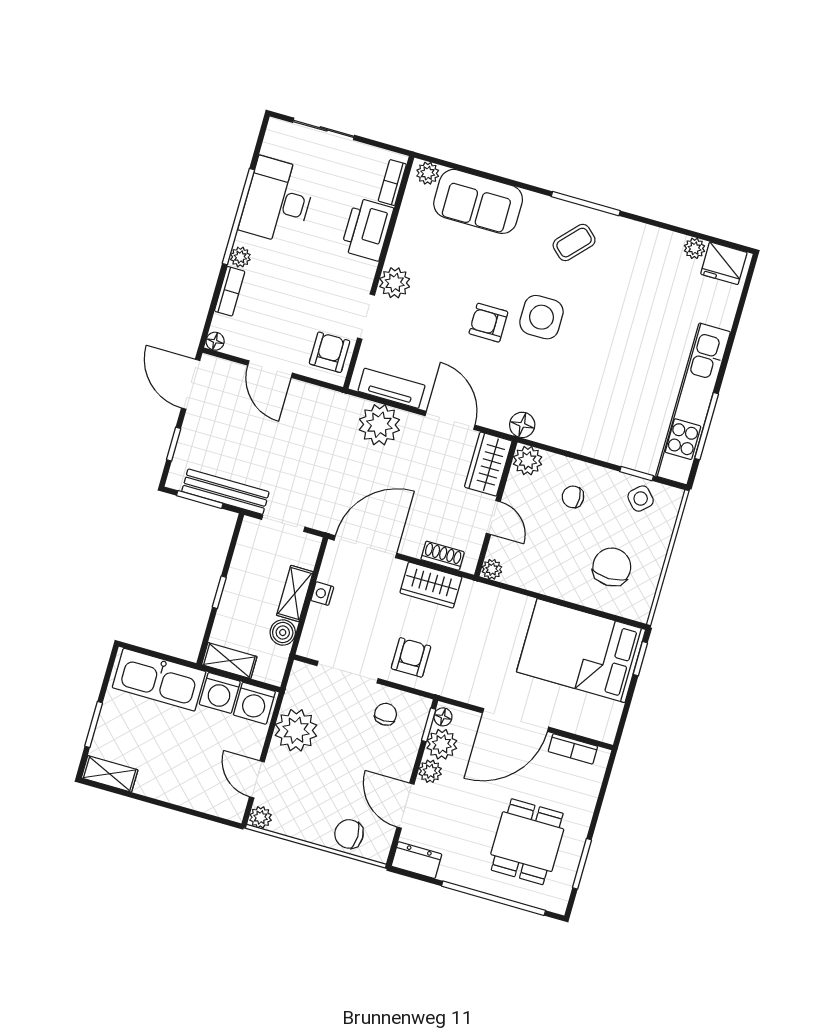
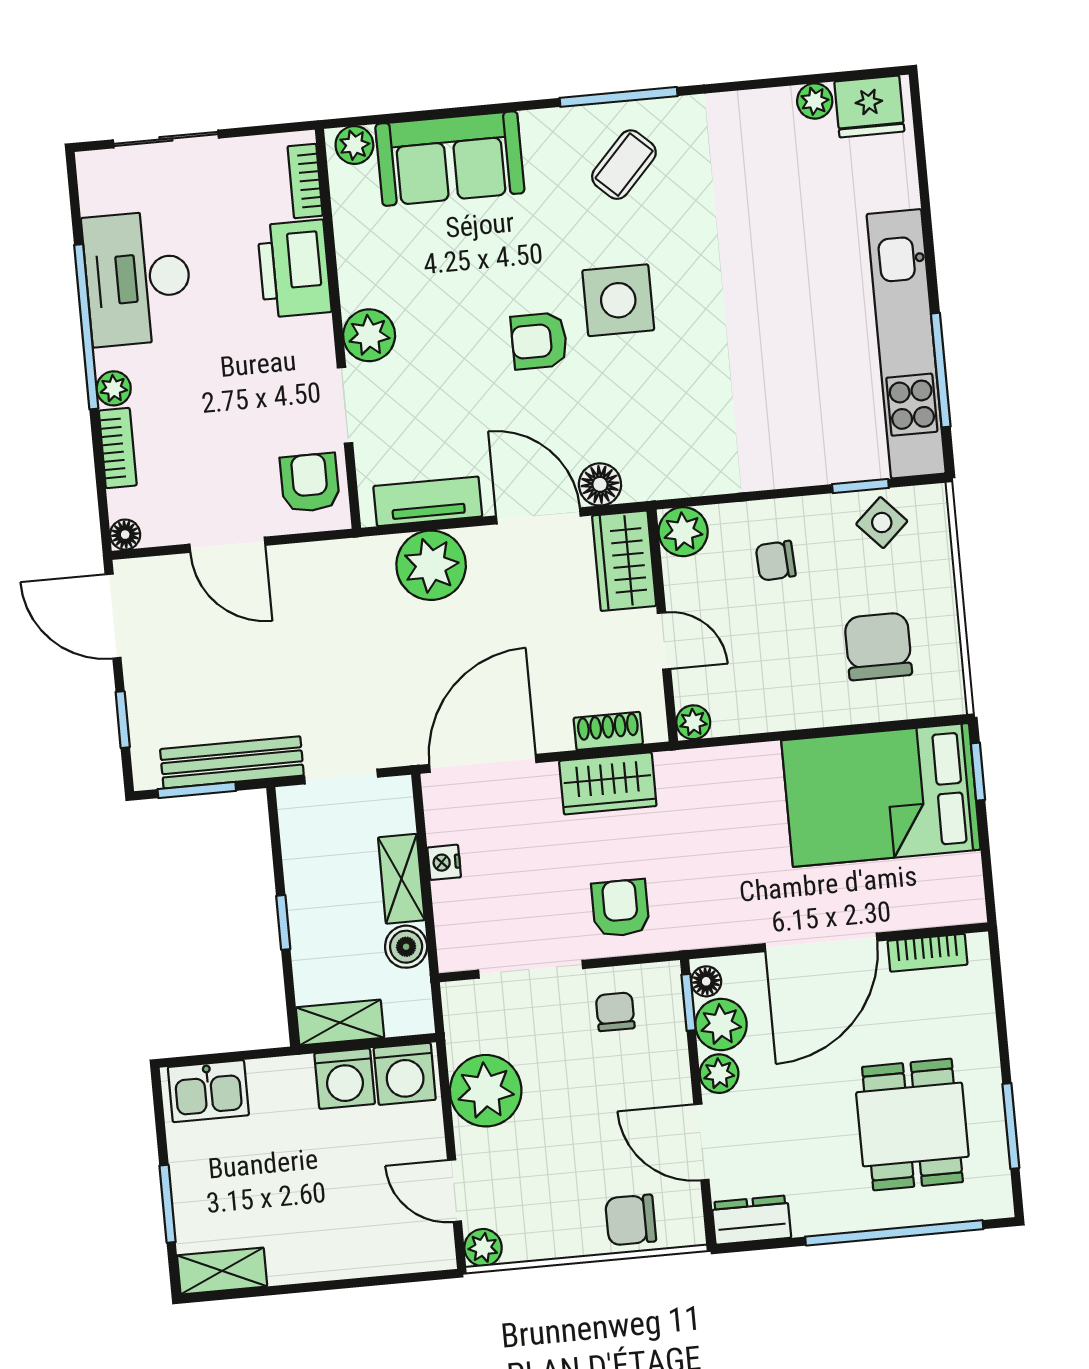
floor lamp: (522, 425) -> (600, 484), moved
kitchen sink: (159, 680) -> (208, 1091), width x0.53, depth x0.81

